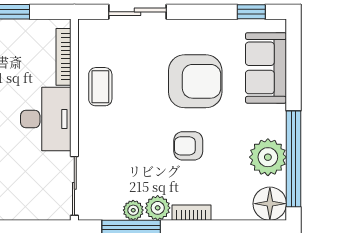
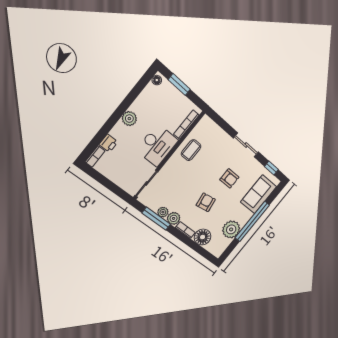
sliding door: (138, 12) -> (246, 145), moved
armchair: (195, 81) -> (229, 178), width x0.53, depth x0.53
armchair: (188, 146) -> (206, 202), turned 81
window: (294, 159) -> (252, 221), moved
floor lamp: (270, 204) -> (203, 237), moved

